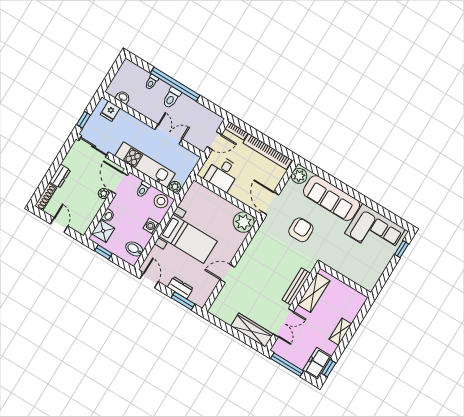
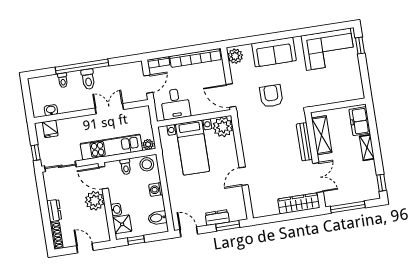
plant: (104, 193) -> (95, 201), width x1.88, depth x1.88
sofa: (331, 198) -> (274, 52), width x0.73
bed with nightstands: (188, 239) -> (193, 148), moved, turned 90
freezer: (317, 363) -> (360, 121), moved

